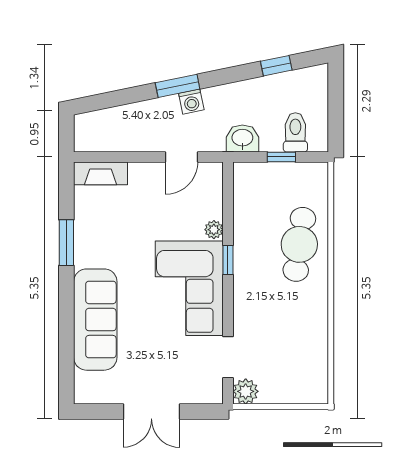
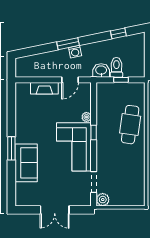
toilet: (295, 132) -> (116, 67), moved
fireplace: (101, 173) -> (44, 88), moved
window: (66, 243) -> (11, 148), moved
sofa: (95, 320) -> (26, 163), width x0.73

